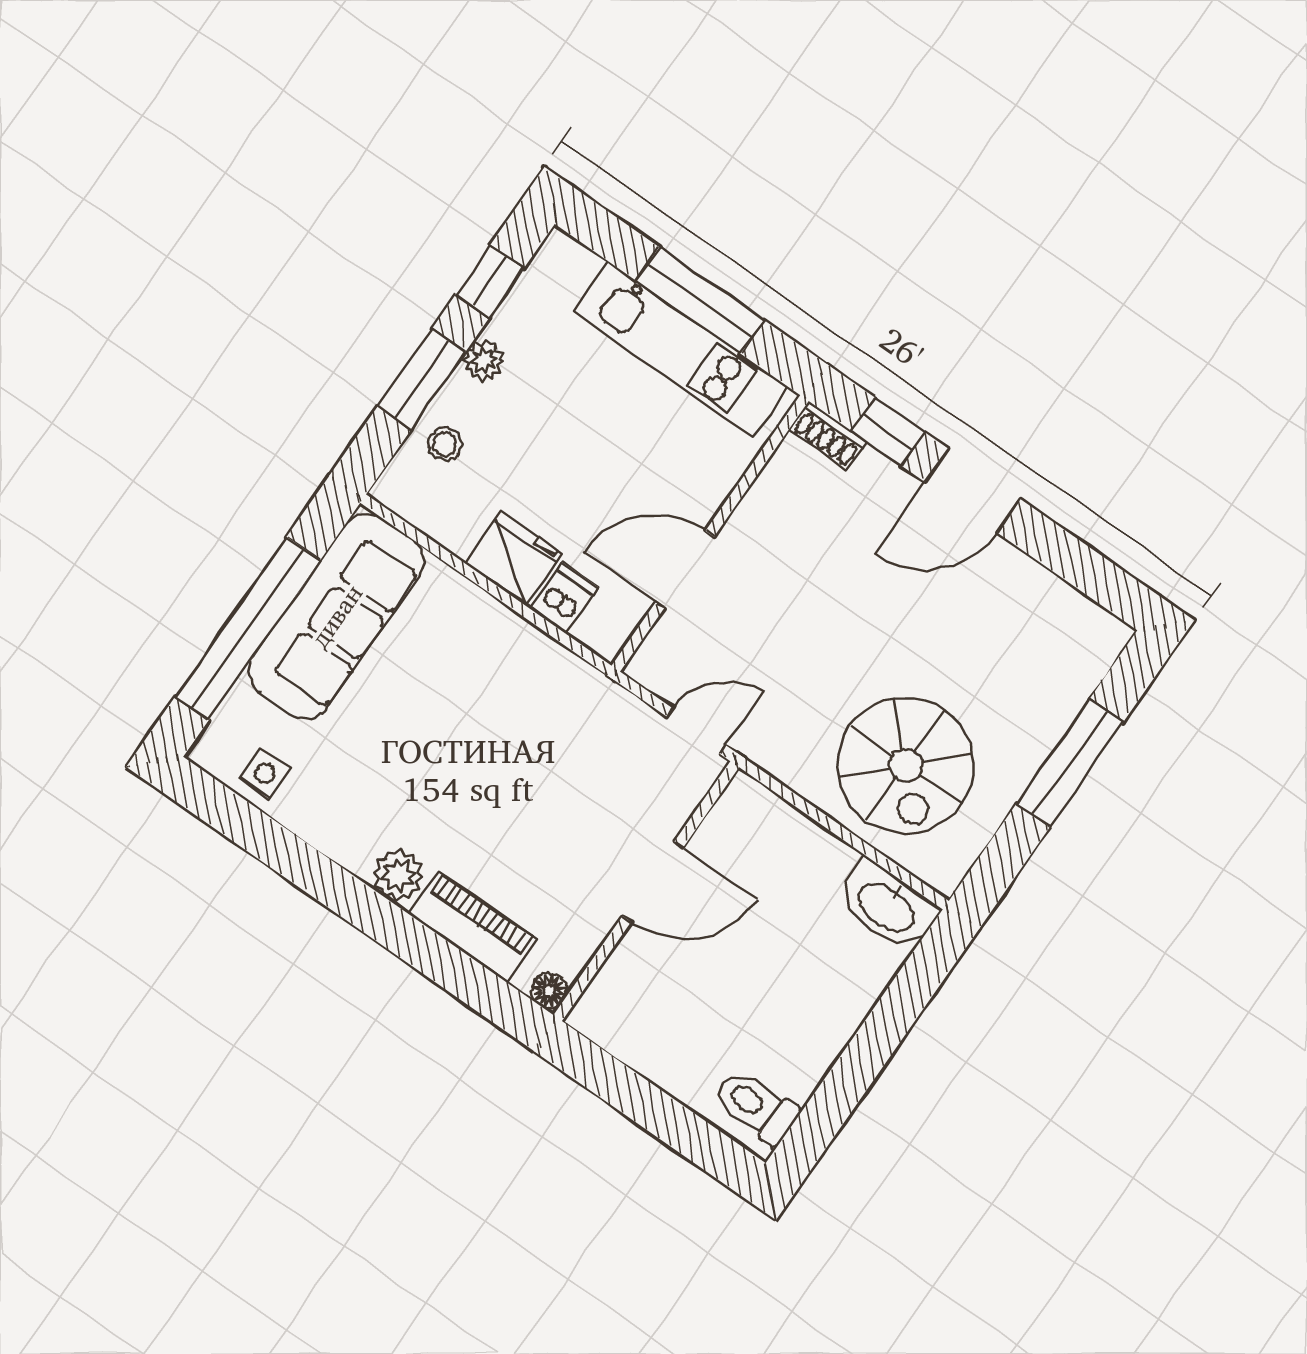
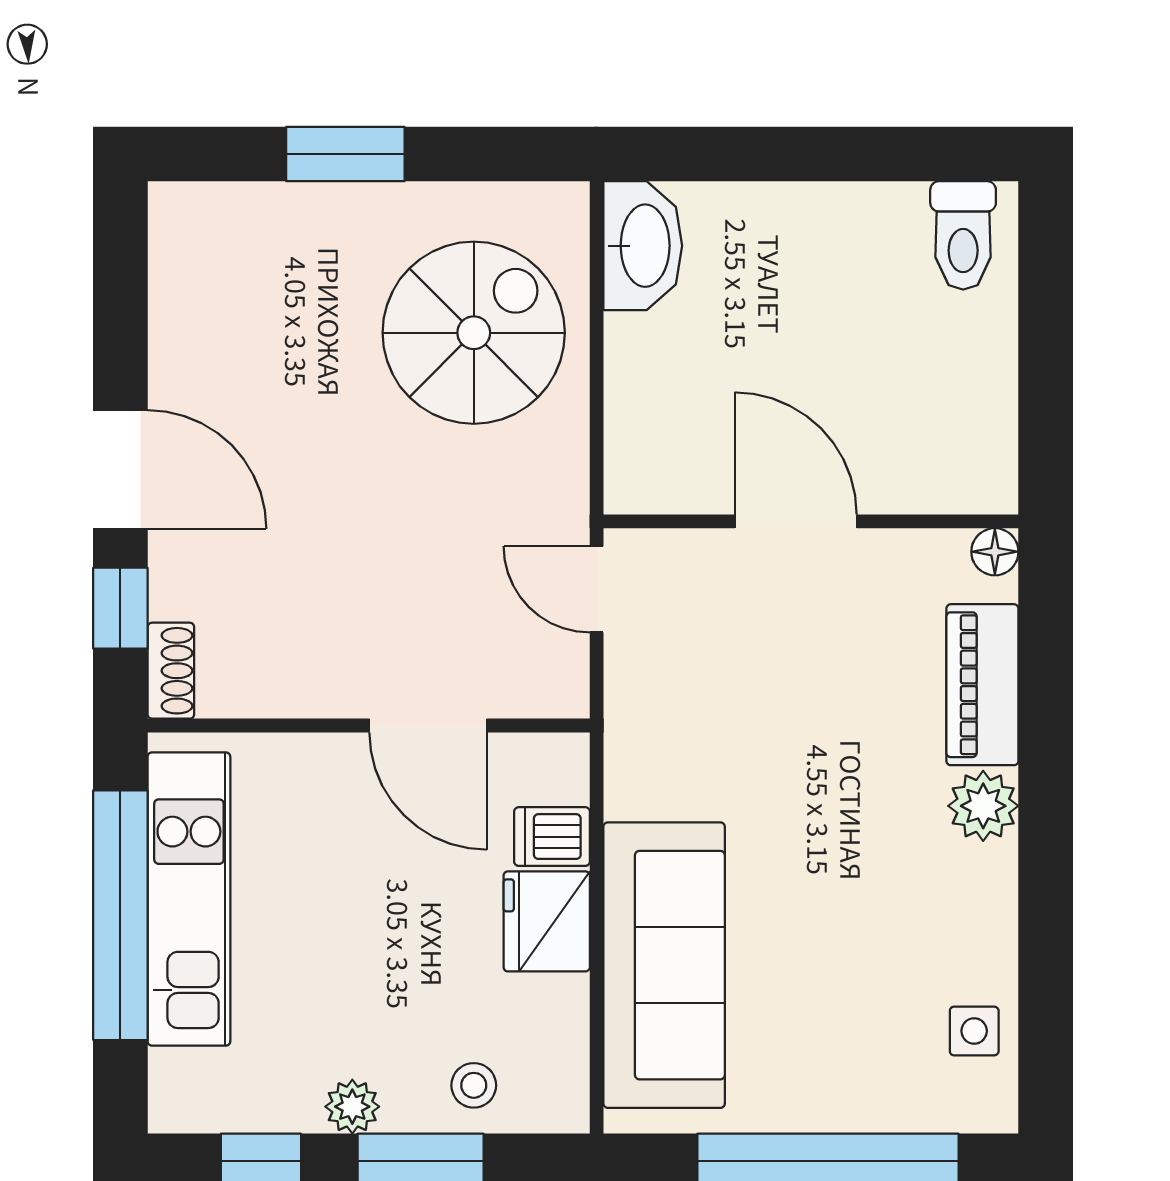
window: (700, 300) -> (120, 915), width x1.46
sofa: (336, 616) -> (664, 965), moved, turned 90
window: (1070, 763) -> (345, 154), width x0.69

